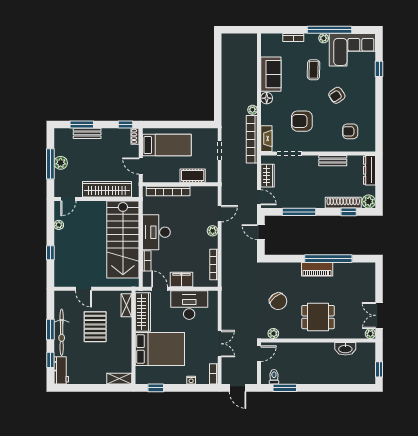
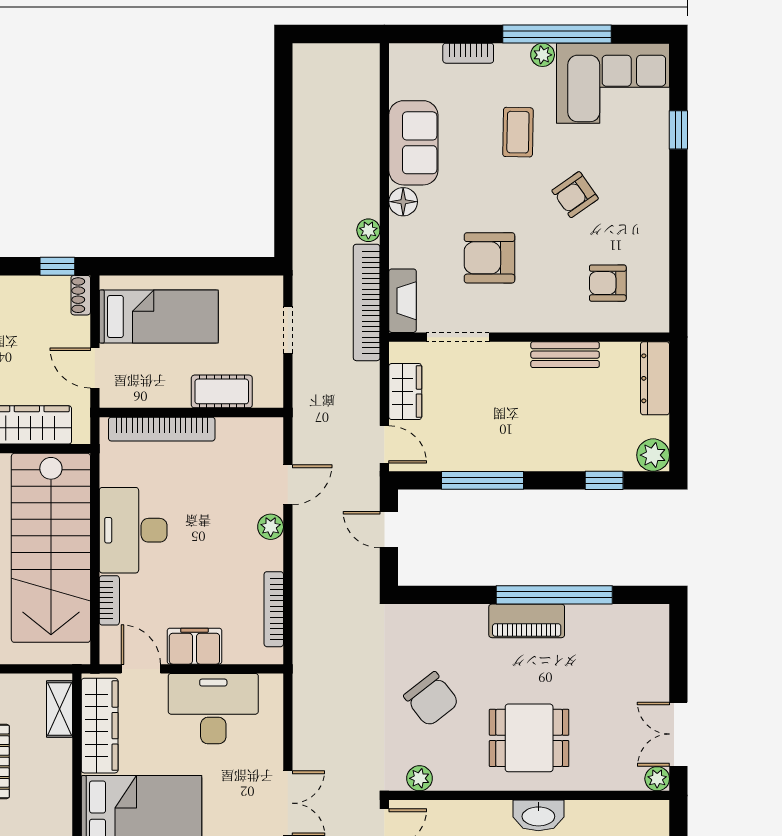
shoe rack: (343, 203) -> (591, 458), removed
washbasin: (345, 349) -> (538, 815), moved

